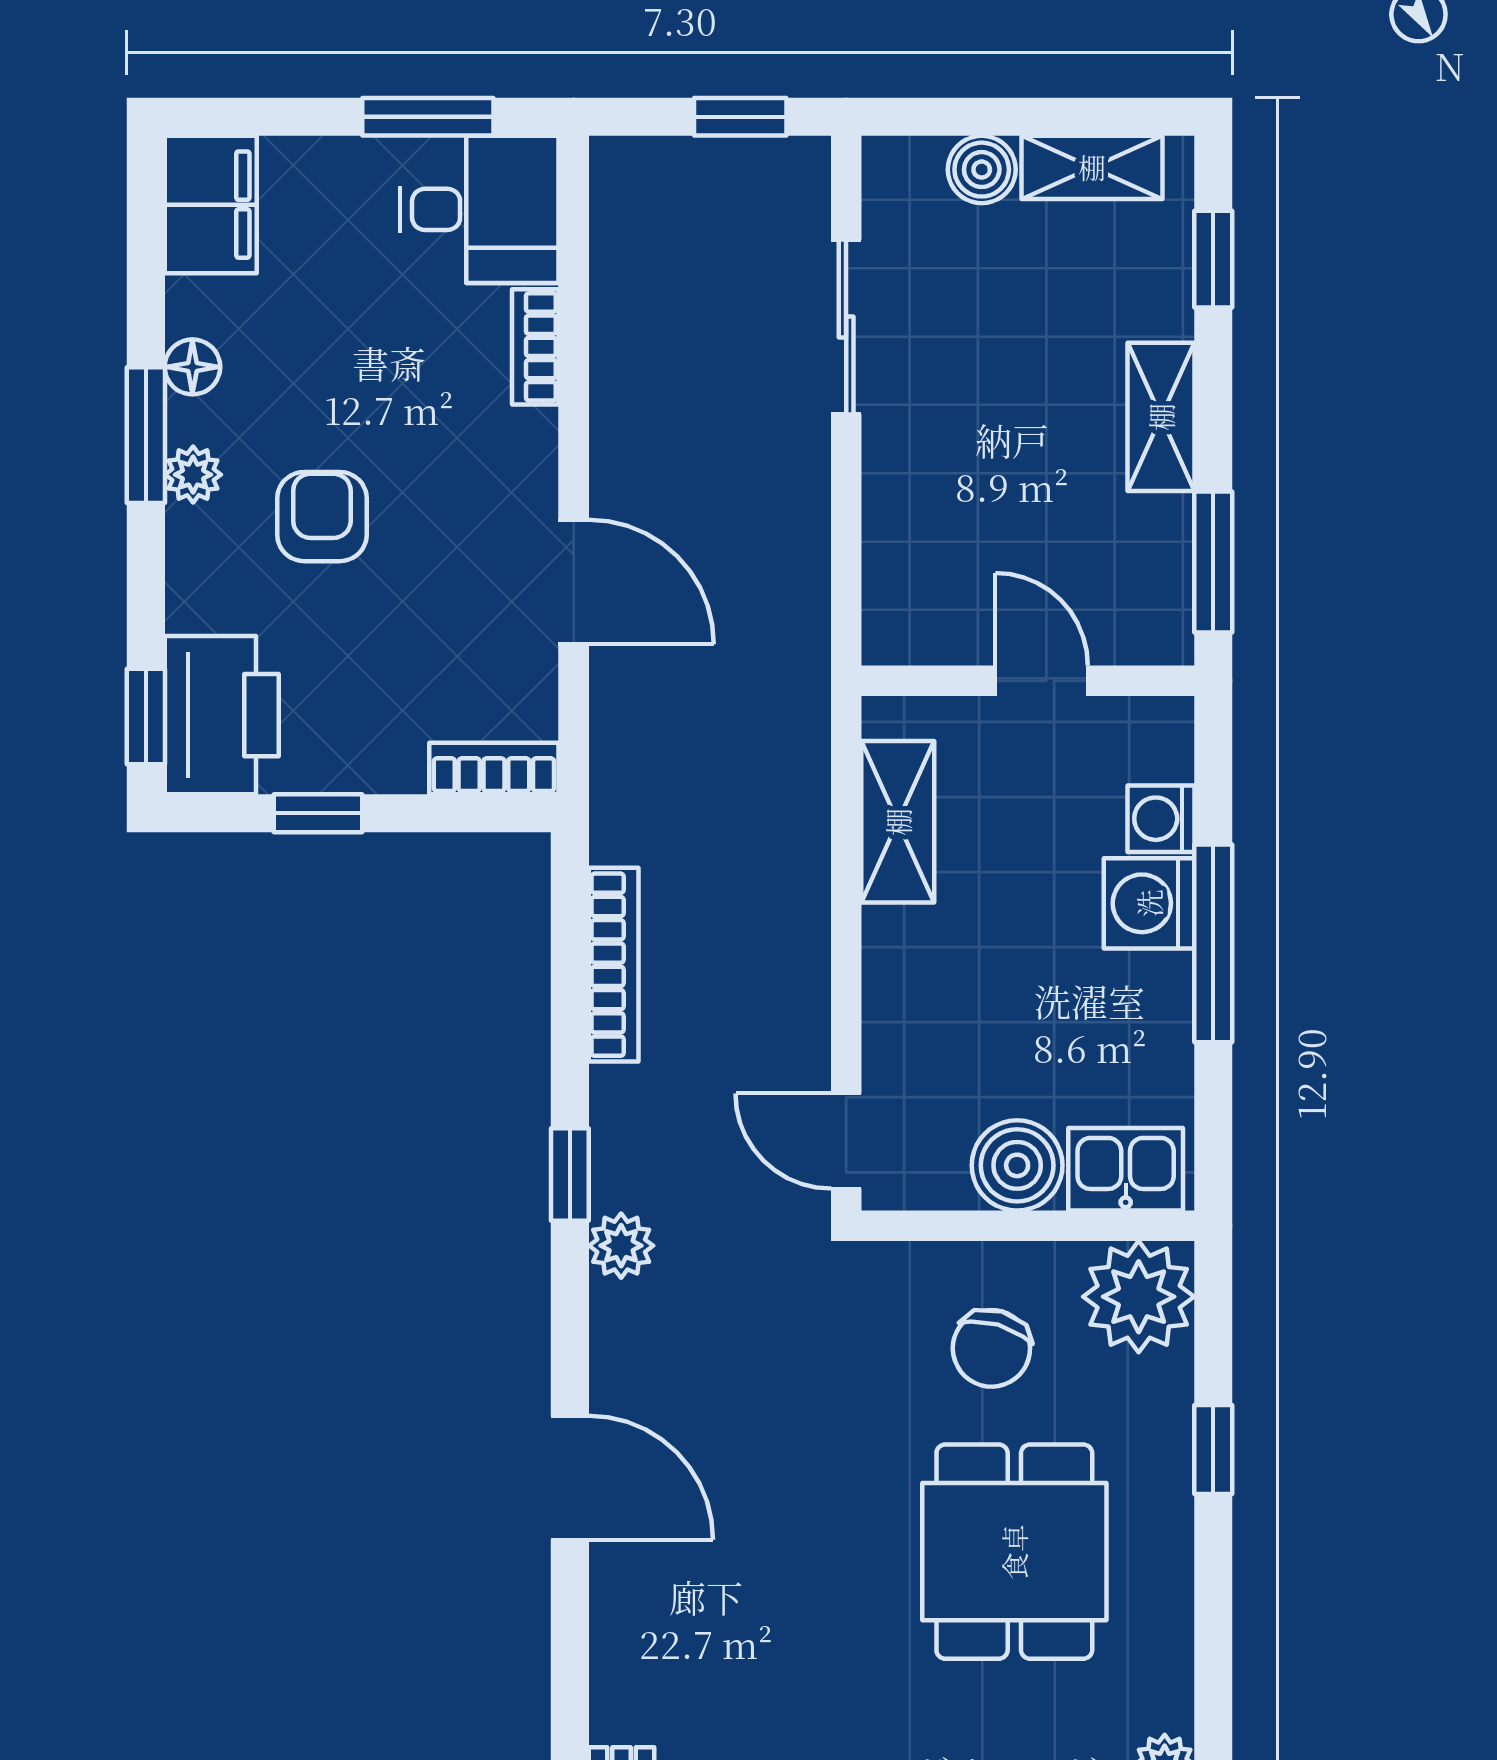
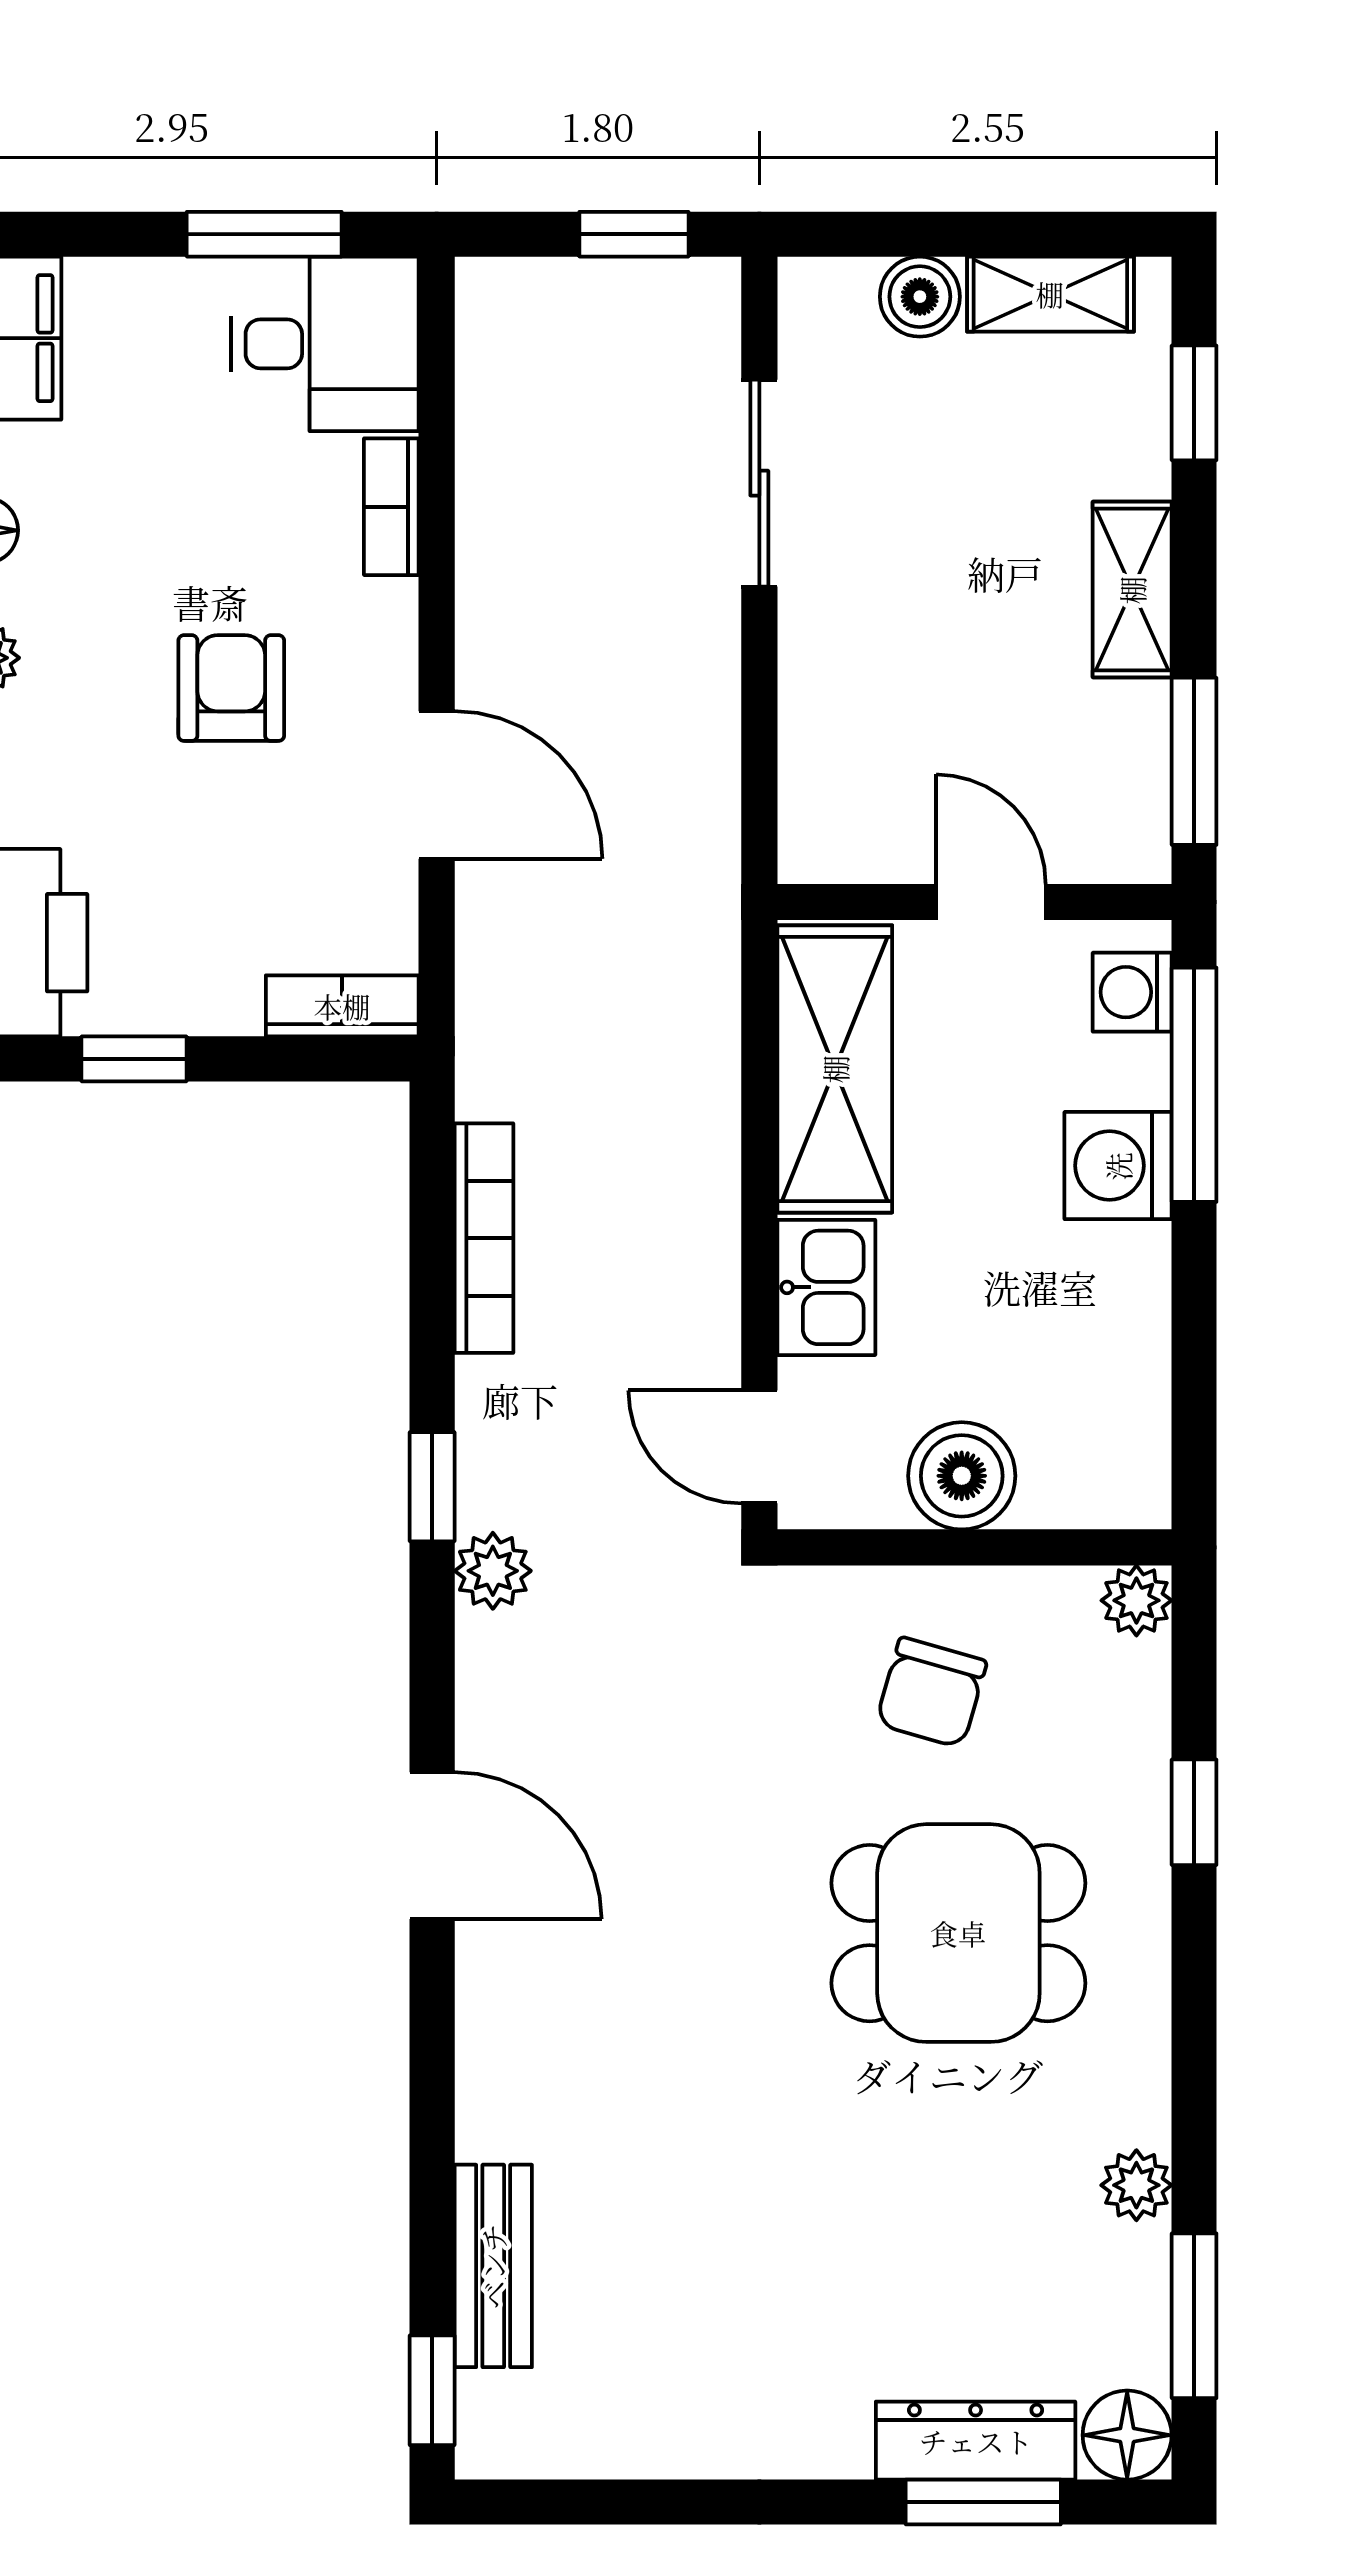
armchair: (322, 517) -> (231, 688), moved
washing machine: (1161, 819) -> (1132, 992), moved
shelving: (898, 822) -> (835, 1069), width x1.50, depth x1.33
window: (1213, 943) -> (1194, 1085), moved
kitchen sink: (1126, 1169) -> (826, 1287), moved, turned 90
plant: (1139, 1297) -> (1136, 1600), width x0.53, depth x0.53
dining table: (1014, 1552) -> (958, 1933), turned 90

